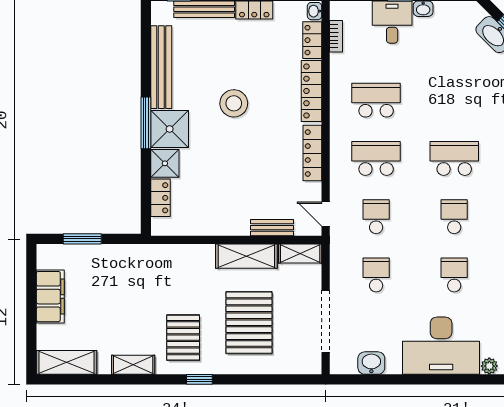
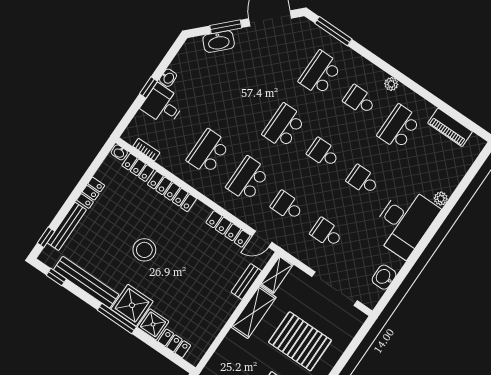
window: (146, 34) -> (56, 277), added
locker: (312, 153) -> (228, 229), moved

